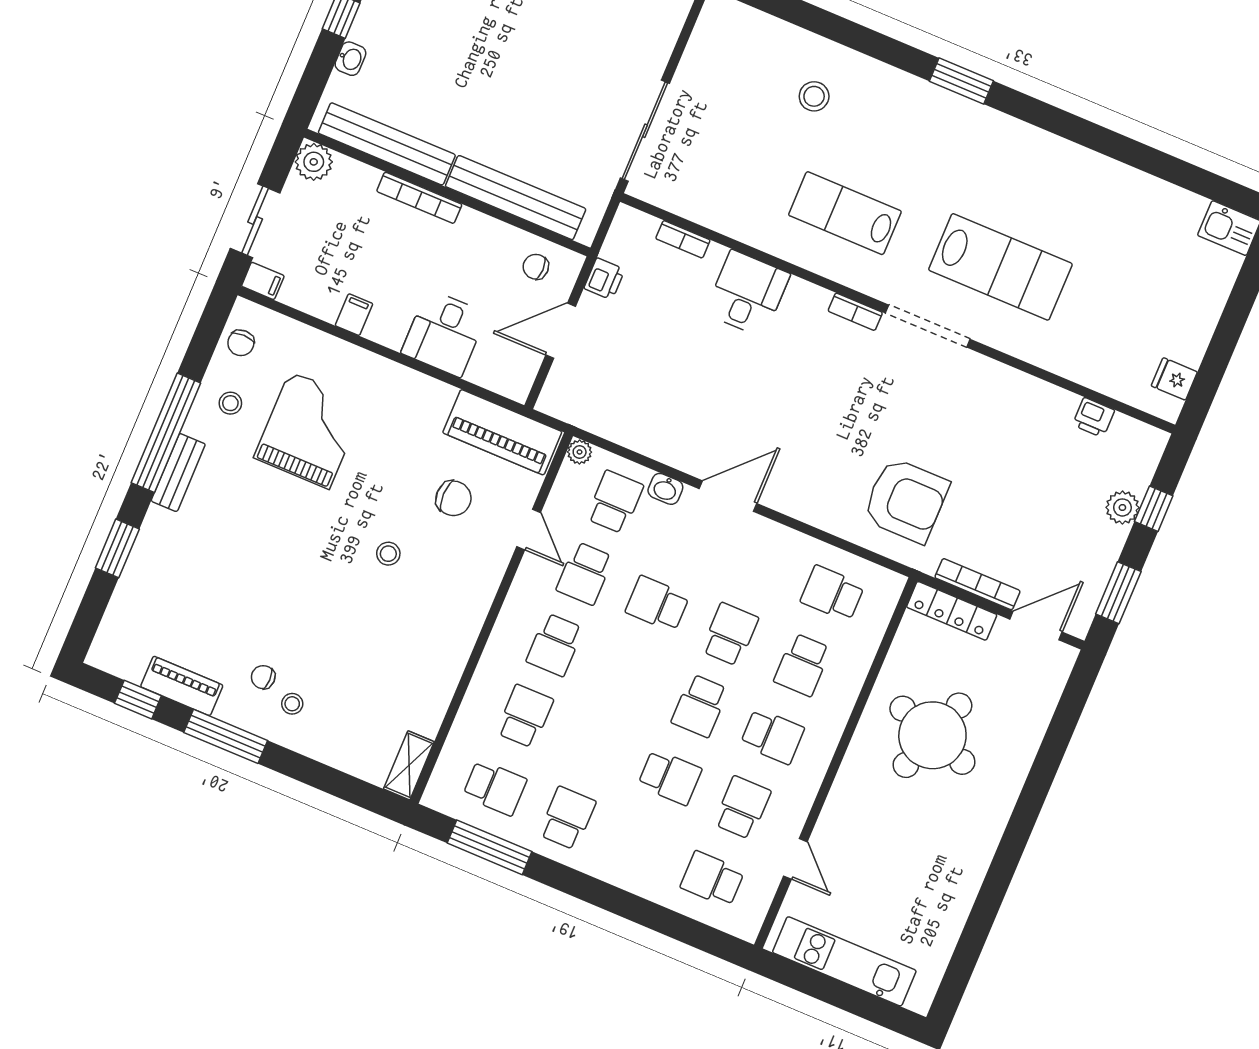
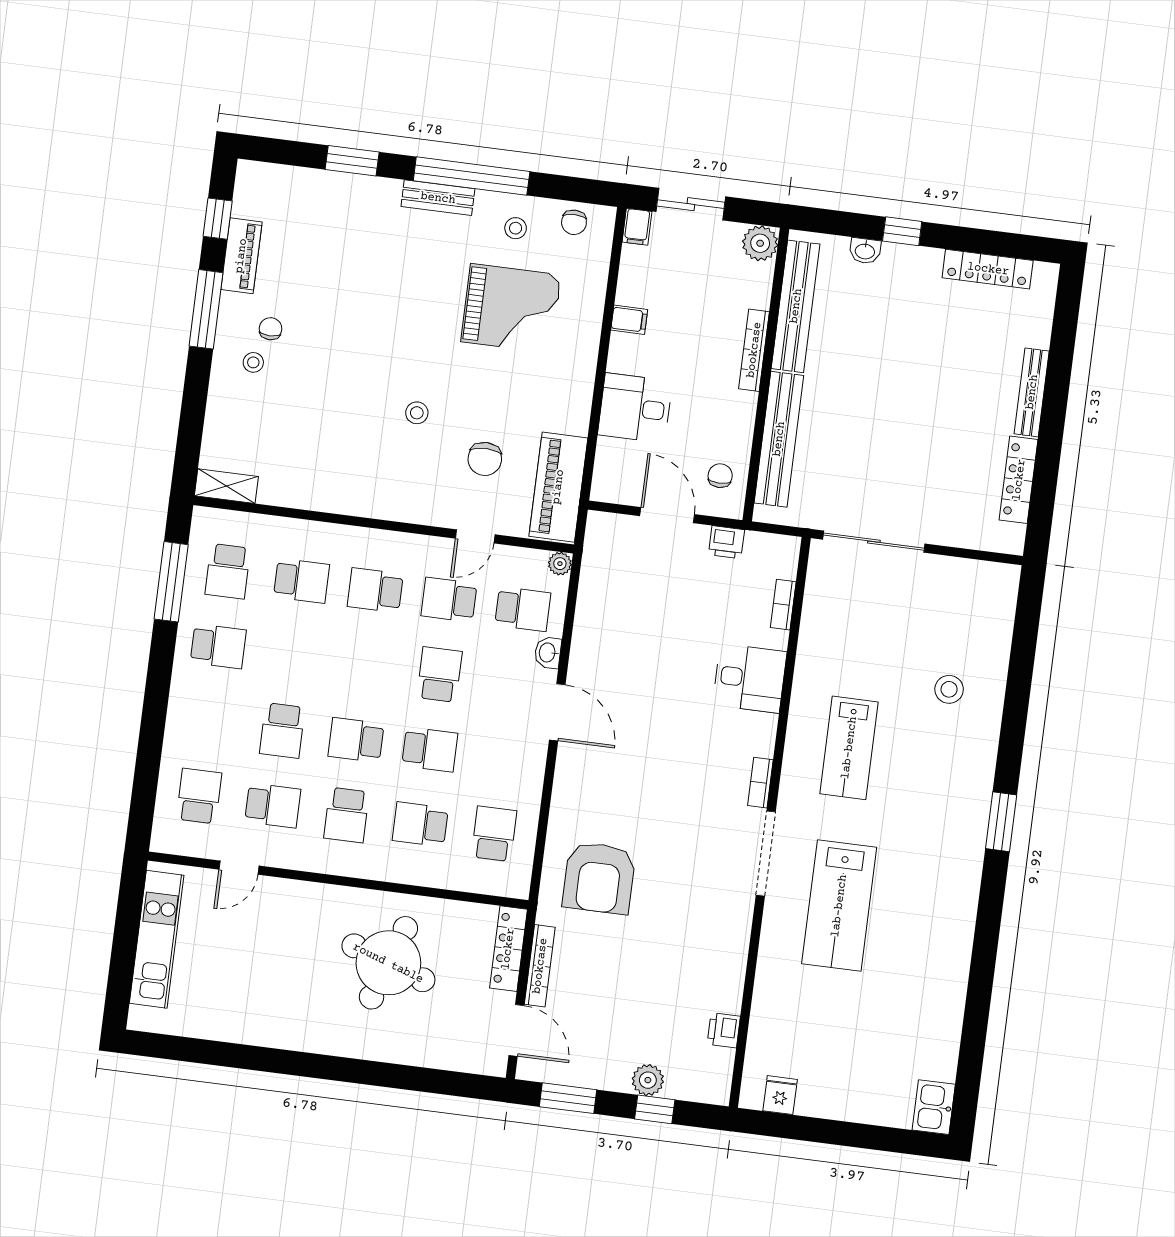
lab bench: (845, 213) -> (849, 748), turned 180
chair: (241, 343) -> (574, 222), turned -90

